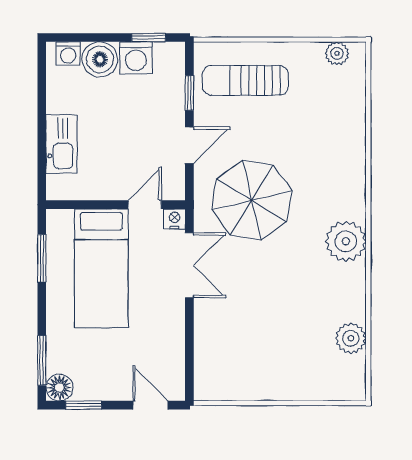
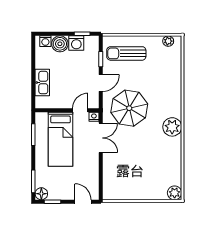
plant: (351, 338) -> (175, 193), moved

